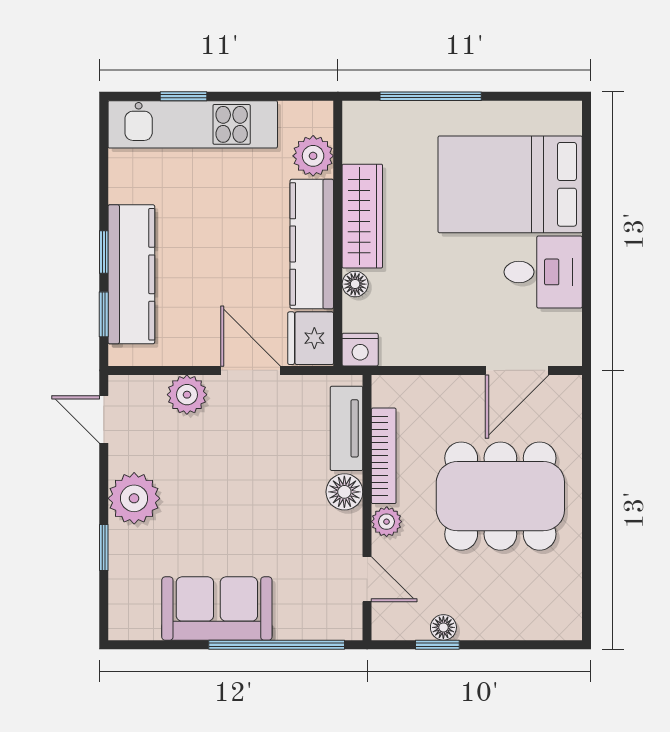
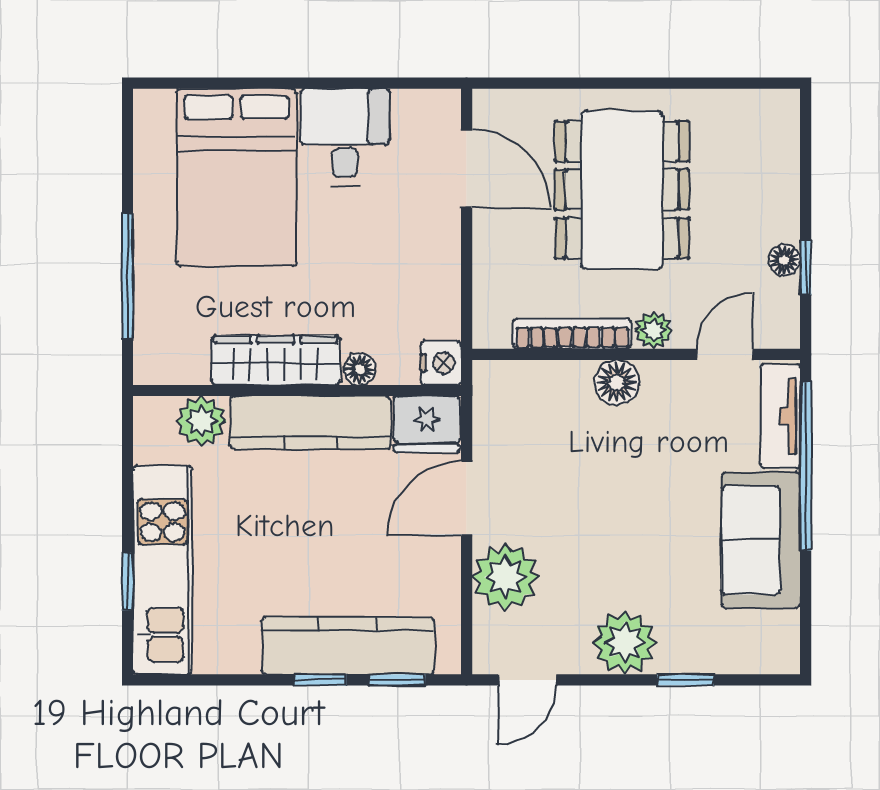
plant: (187, 395) -> (505, 577), width x1.36, depth x1.36
tv unit: (347, 428) -> (780, 416), moved, turned 90

